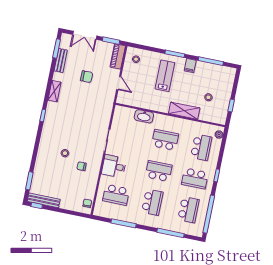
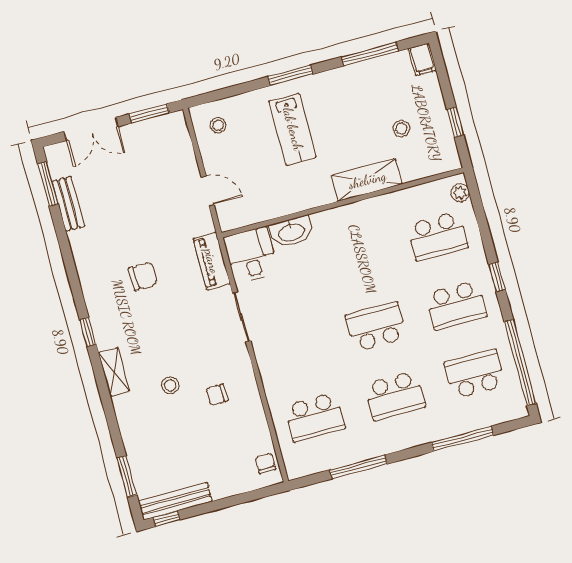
piano: (118, 56) -> (212, 261), moved
filing cabinet: (190, 66) -> (422, 59), moved
lab bench: (165, 76) -> (293, 129), turned 180
chair: (87, 77) -> (143, 276), moved
shelving: (55, 91) -> (114, 372), moved
school desk: (165, 140) -> (358, 258), removed
school desk: (201, 147) -> (438, 236), turned 90
desk: (114, 166) -> (251, 255), moved, turned 90
school desk: (152, 202) -> (395, 396), turned 90
school desk: (188, 210) -> (475, 374), turned -90

